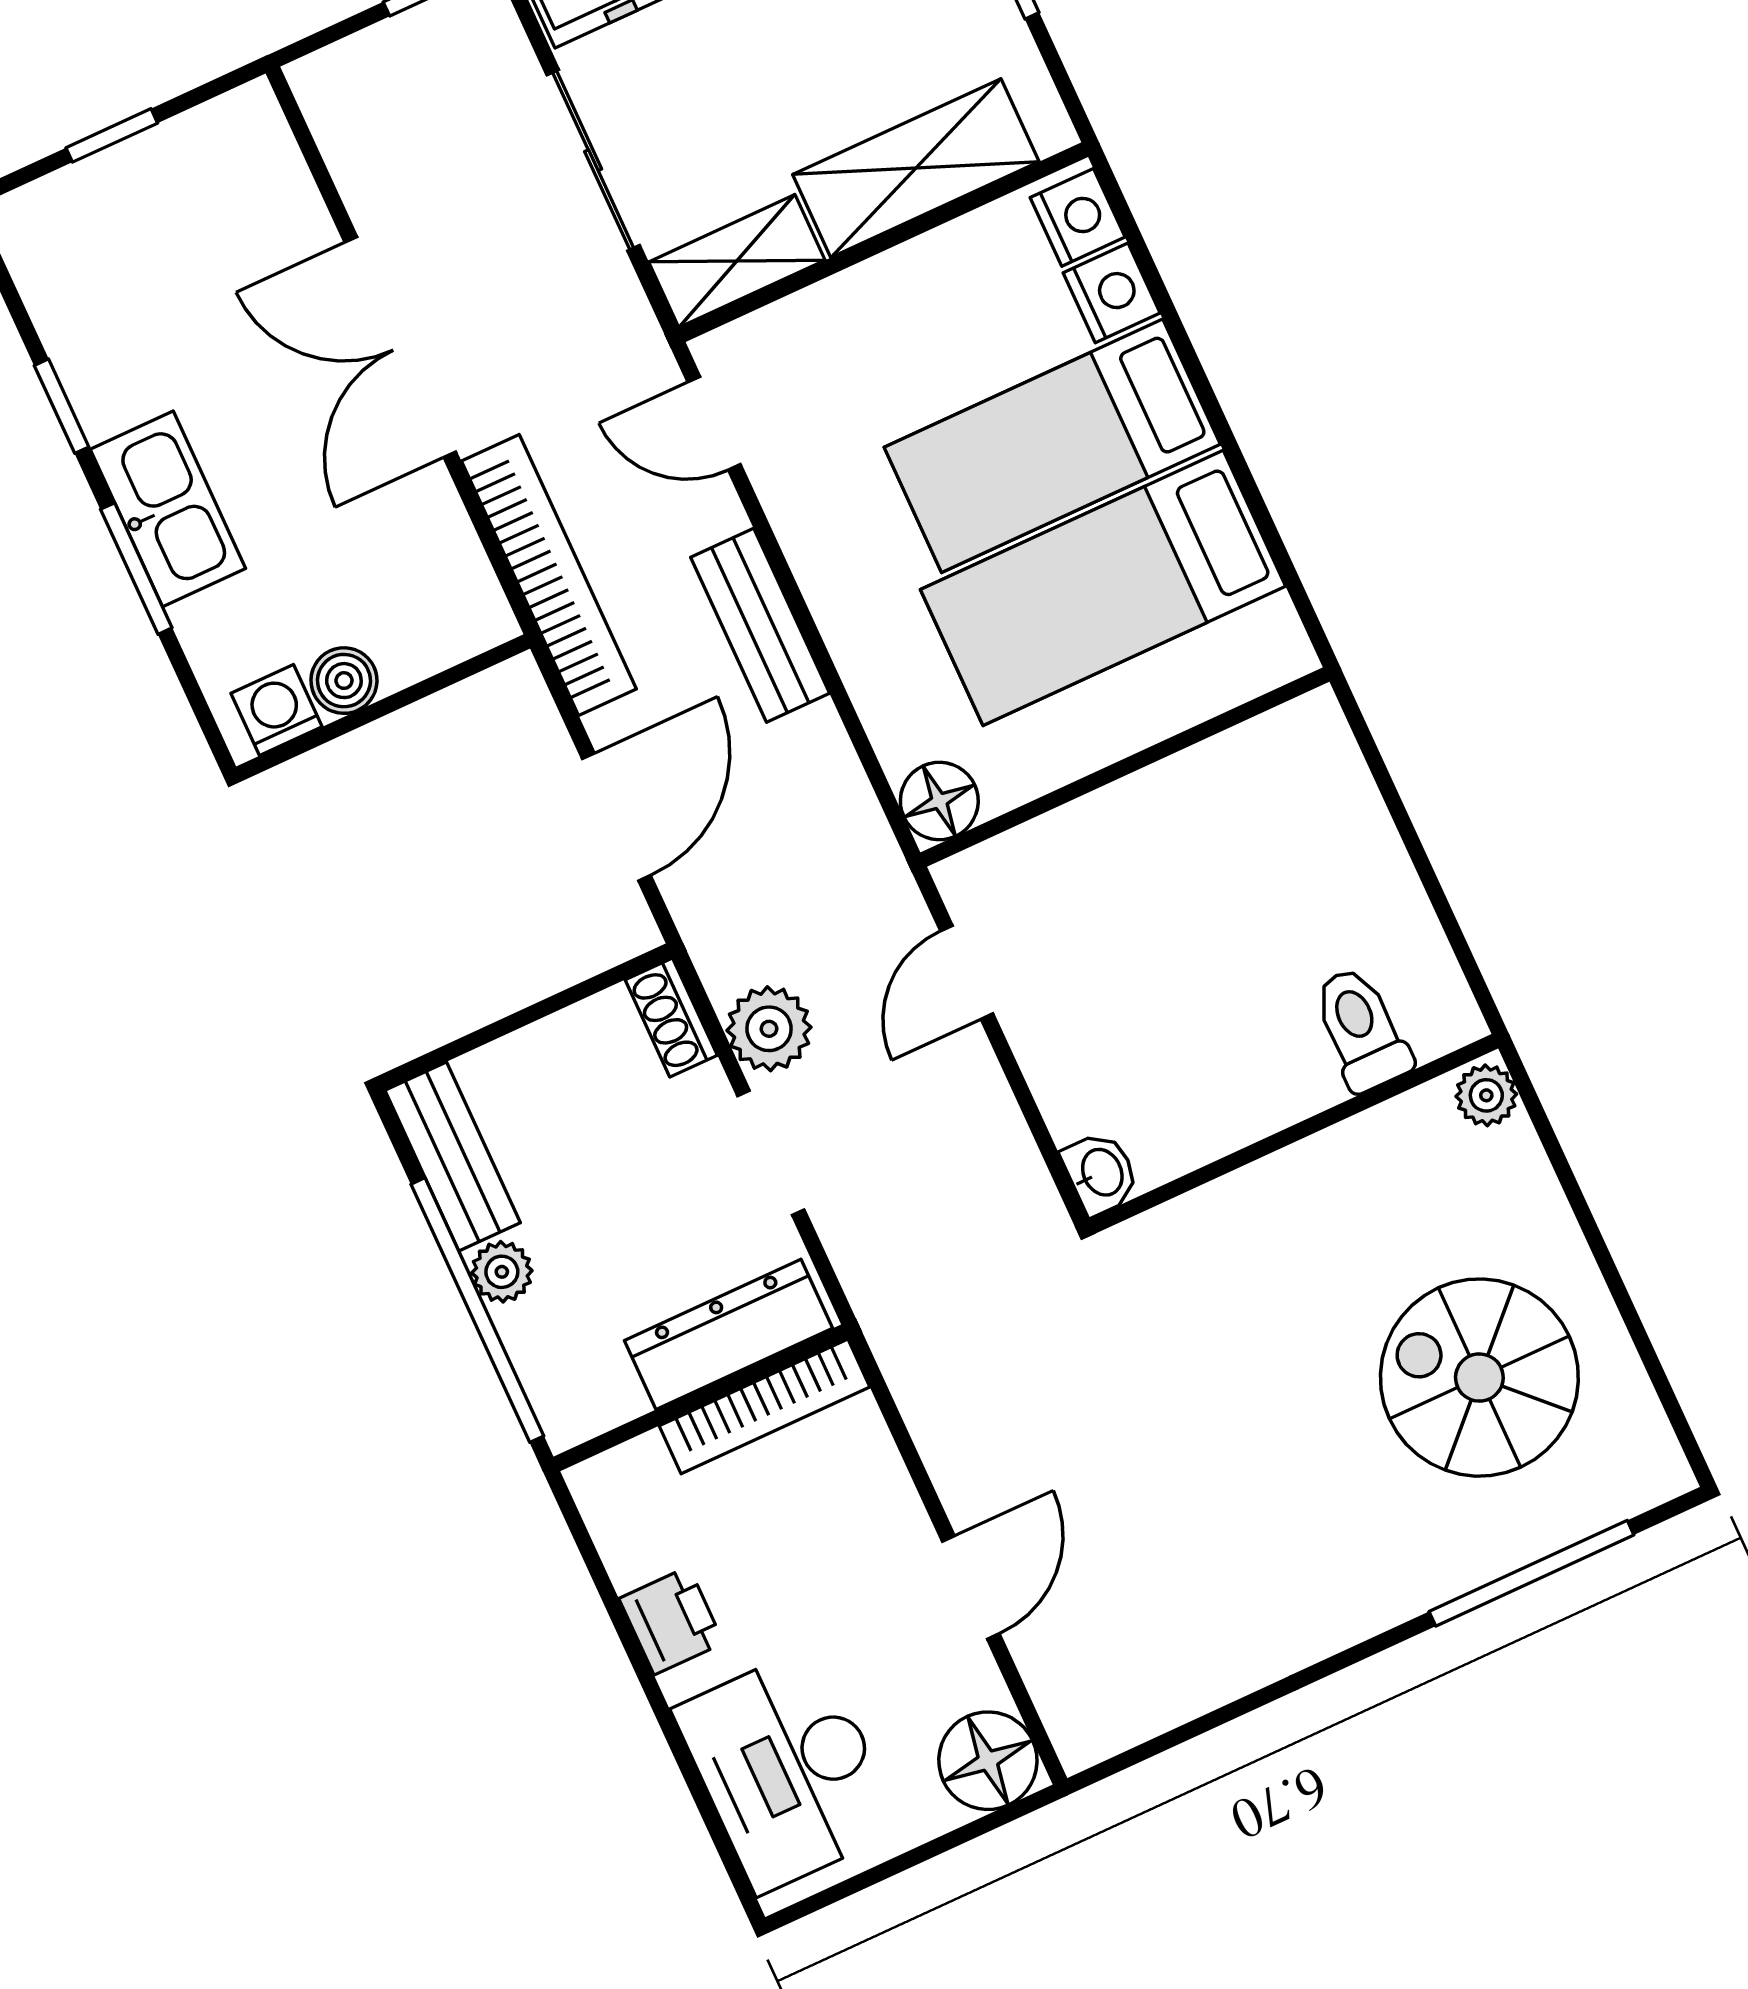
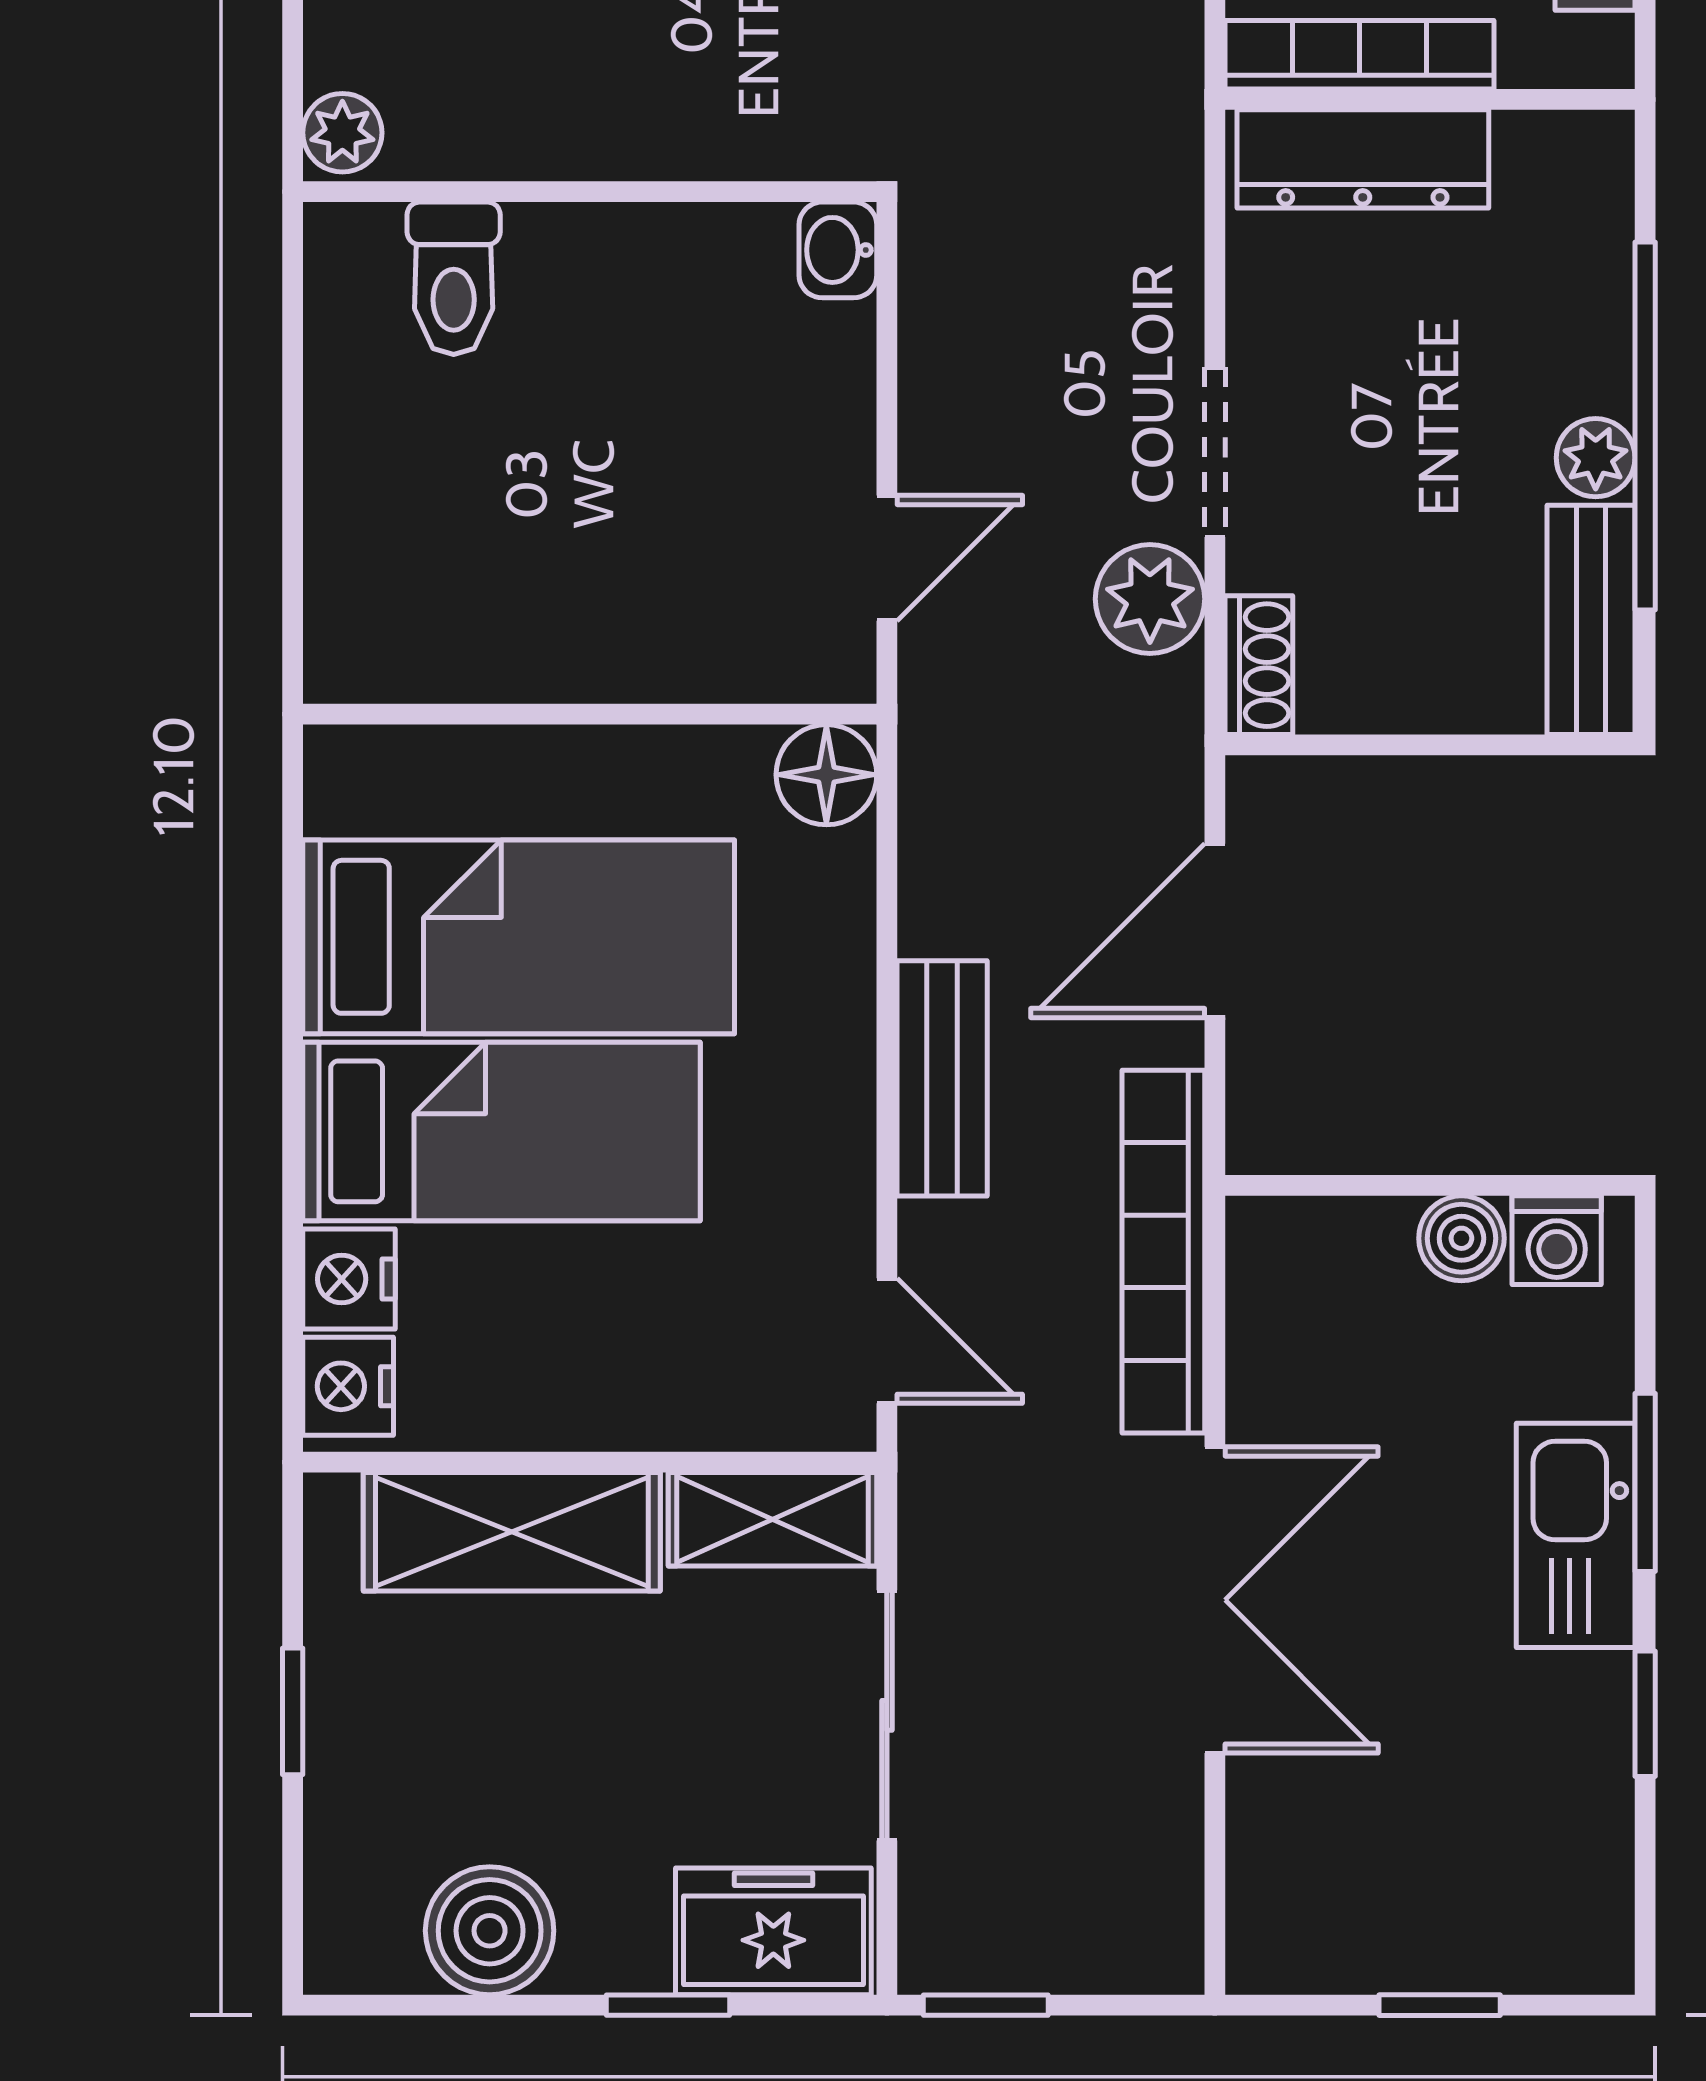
dresser: (729, 1334) -> (1363, 159), moved
wall: (701, 1398) -> (1430, 99), moved
bookcase: (765, 1406) -> (1359, 55), moved

